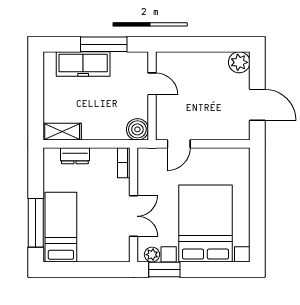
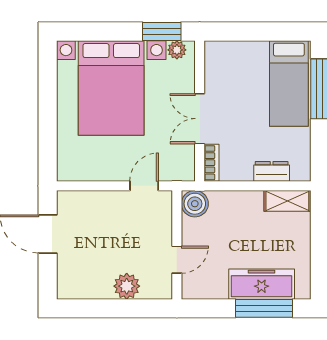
window: (104, 44) -> (264, 308), moved
plant: (239, 62) -> (127, 286), moved
door: (152, 84) -> (177, 260), swing flipped
double door: (134, 216) -> (200, 119), moved

